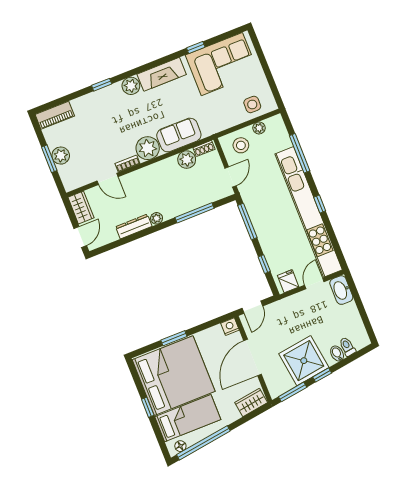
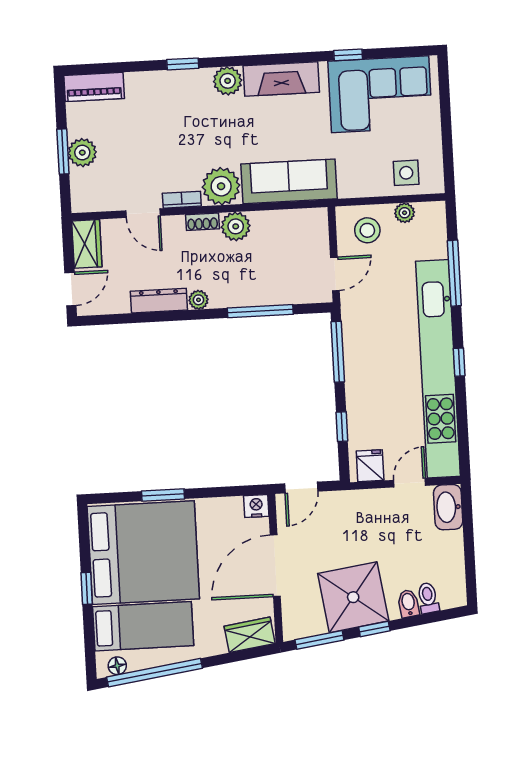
sofa: (179, 135) -> (289, 181), width x1.36
shoe rack: (204, 148) -> (202, 222), moved
plant: (187, 160) -> (236, 226), moved

